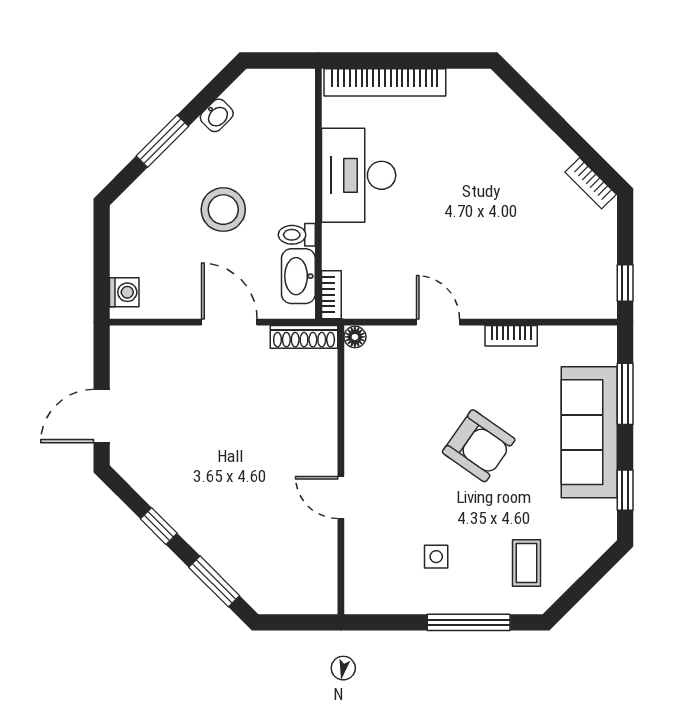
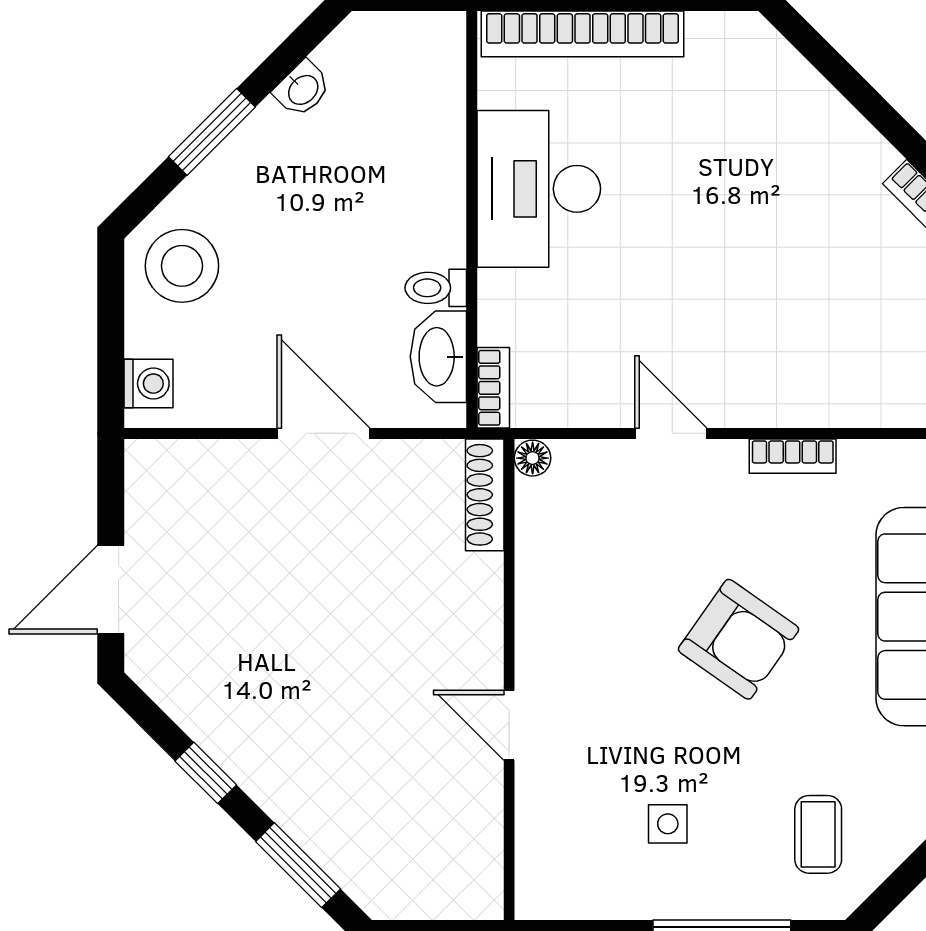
stool: (223, 210) -> (182, 266), moved
shoe rack: (304, 337) -> (485, 495), moved, turned 90

